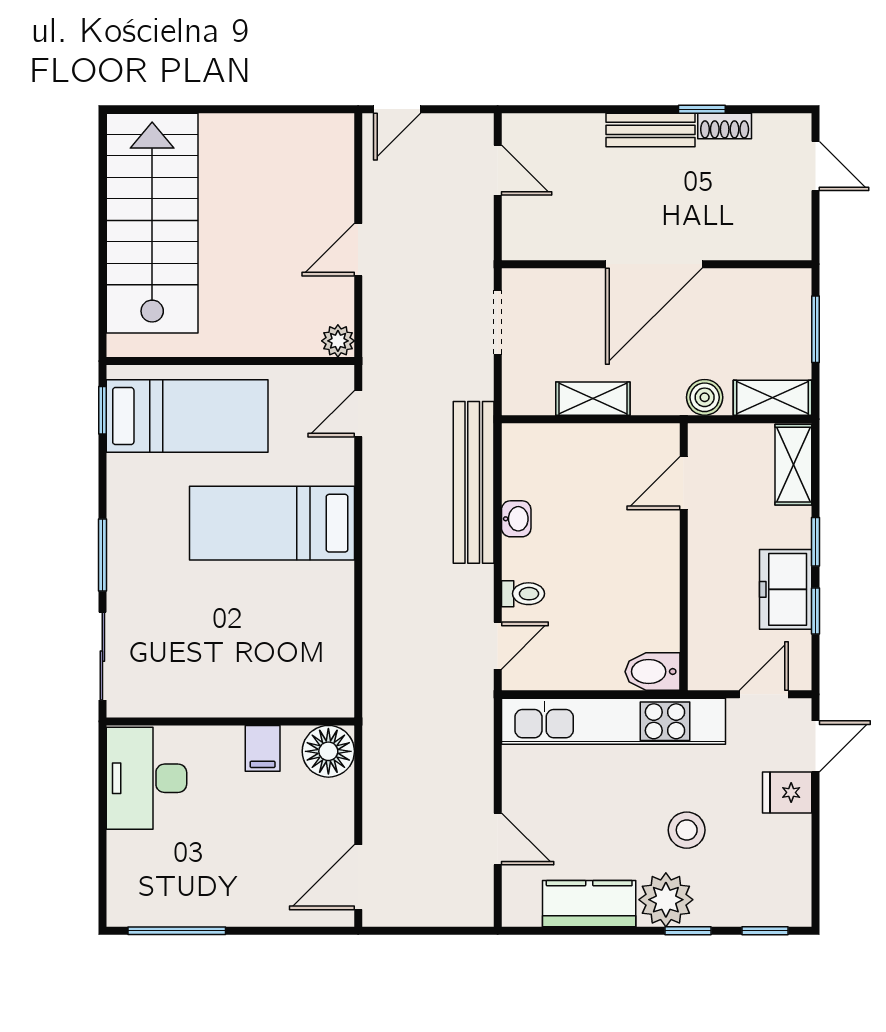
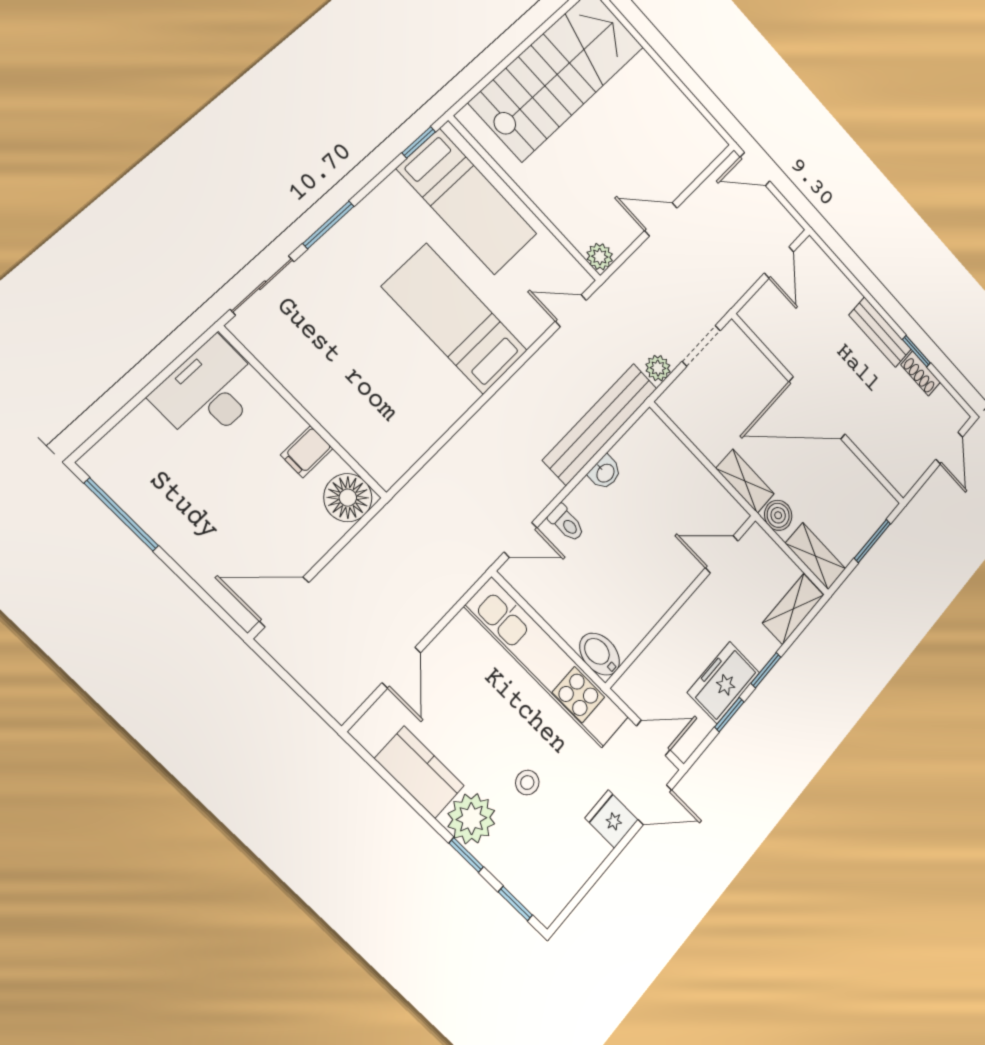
plant: (478, 382) -> (658, 368), added
shelving: (593, 399) -> (745, 481), moved
stool: (687, 830) -> (527, 783), width x0.73, depth x0.73

